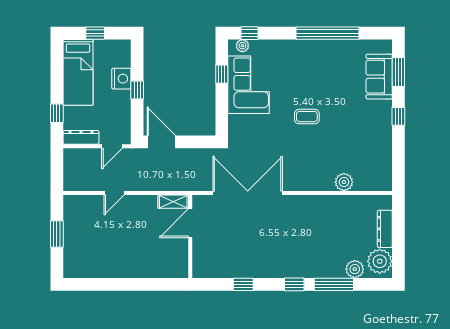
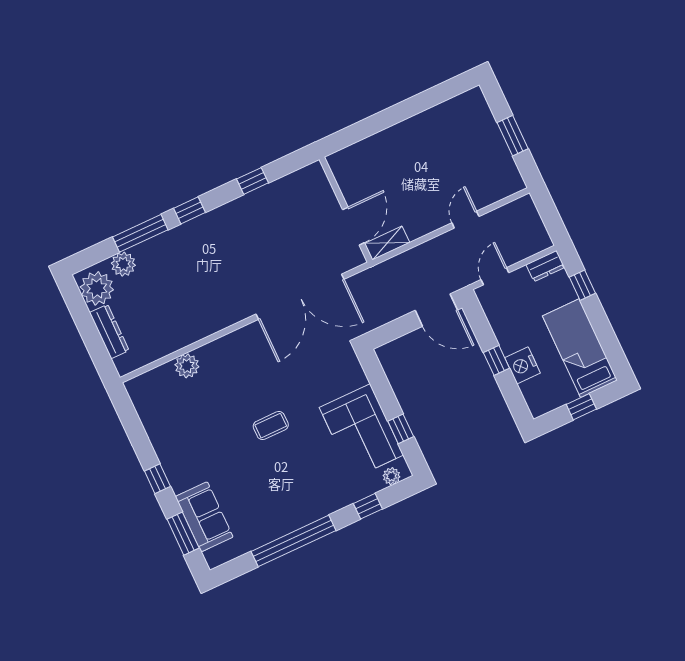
window: (249, 33) -> (368, 506), moved
dresser: (81, 137) -> (545, 266), width x0.70

